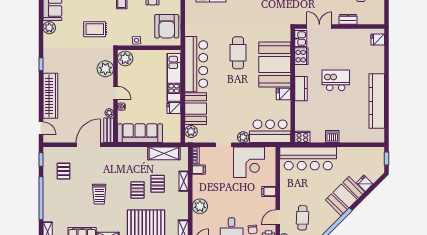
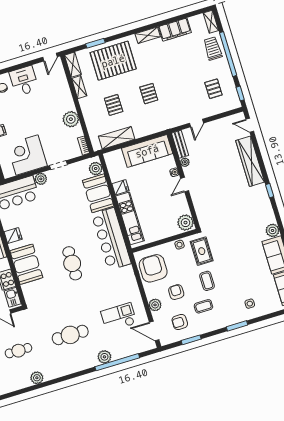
rug: (95, 29) -> (202, 251), moved, turned 90
booth: (275, 65) -> (26, 264), width x0.73, depth x0.70
plant: (105, 69) -> (203, 206), removed
door: (116, 93) -> (185, 185), hinge flipped
door: (88, 145) -> (196, 123), width x0.53
filing cabinet: (199, 170) -> (76, 132), removed
shelving: (184, 181) -> (79, 87), moved
pallet: (137, 190) -> (149, 94), moved
trolley: (99, 194) -> (213, 49), moved
plant: (200, 206) -> (71, 119), moved

